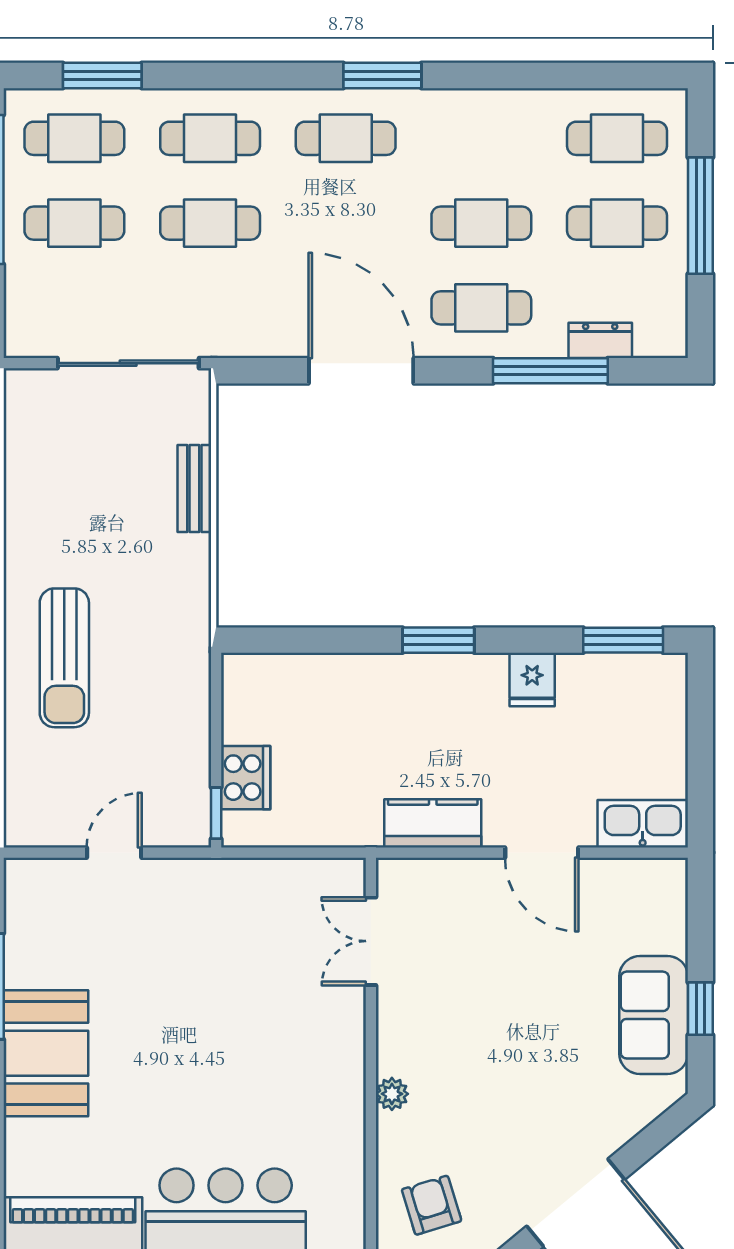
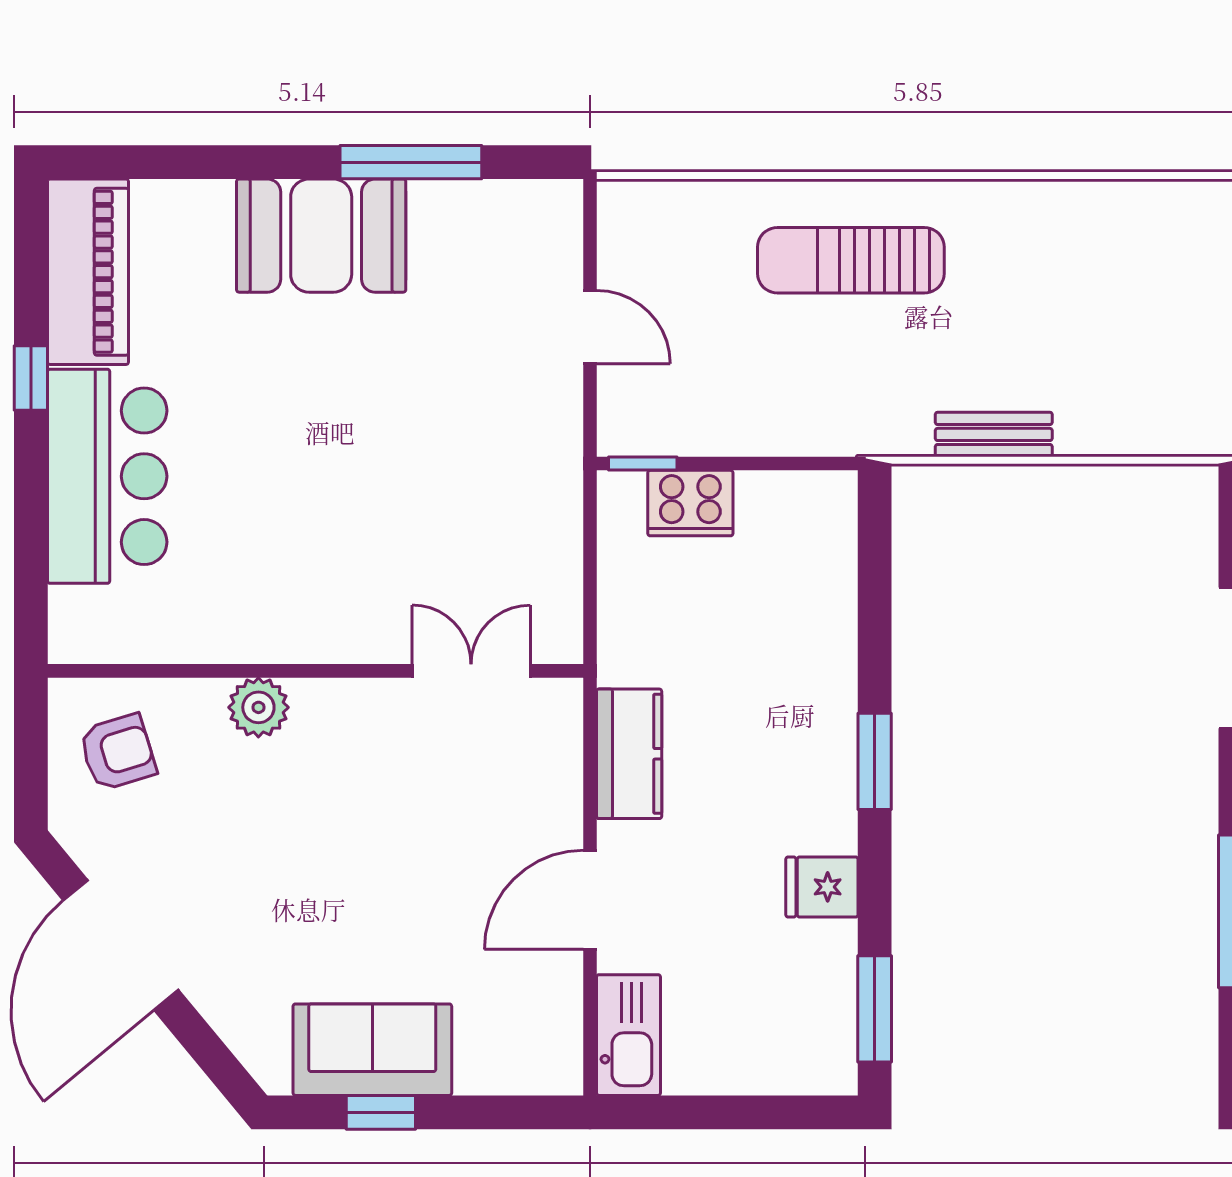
bench: (194, 488) -> (994, 434), moved
plant: (392, 1094) -> (258, 707), width x1.38, depth x1.38

